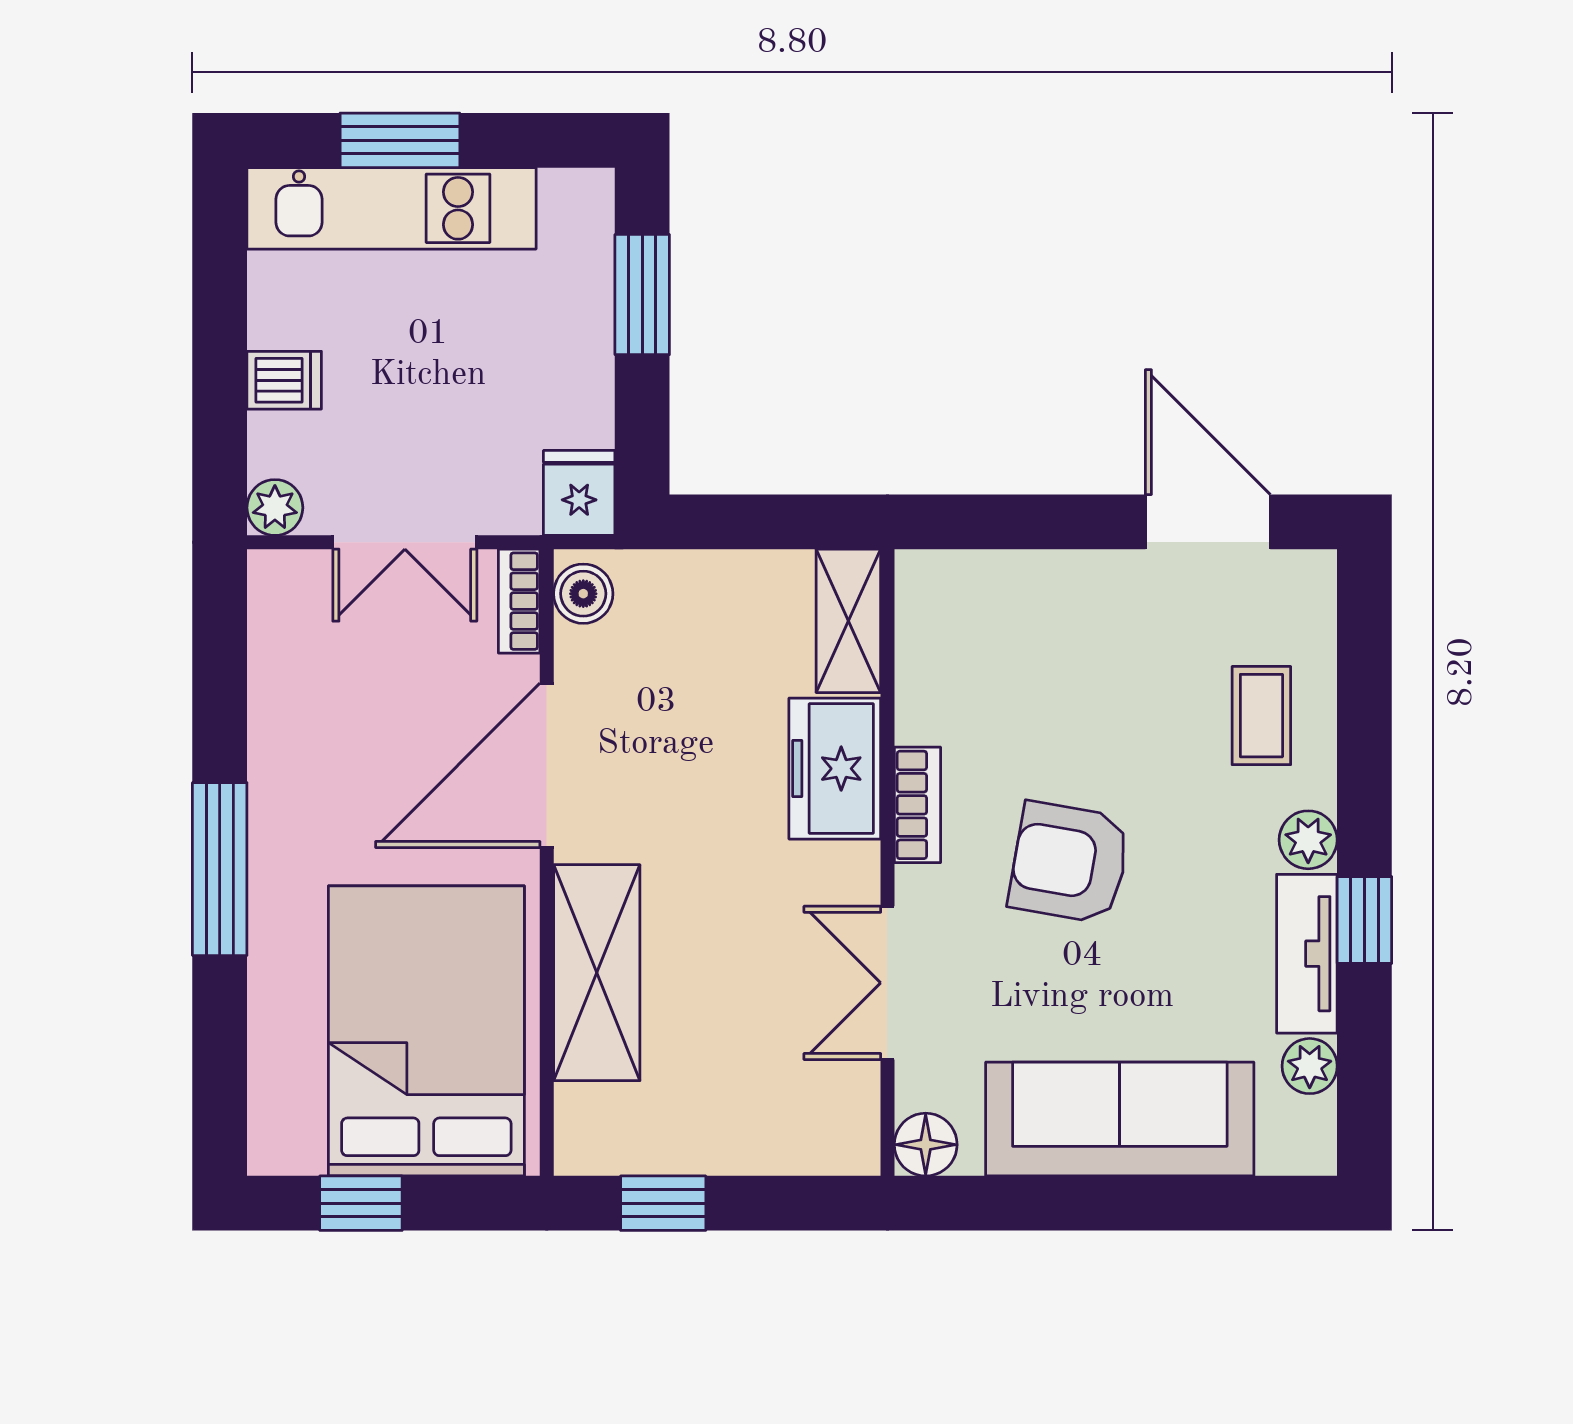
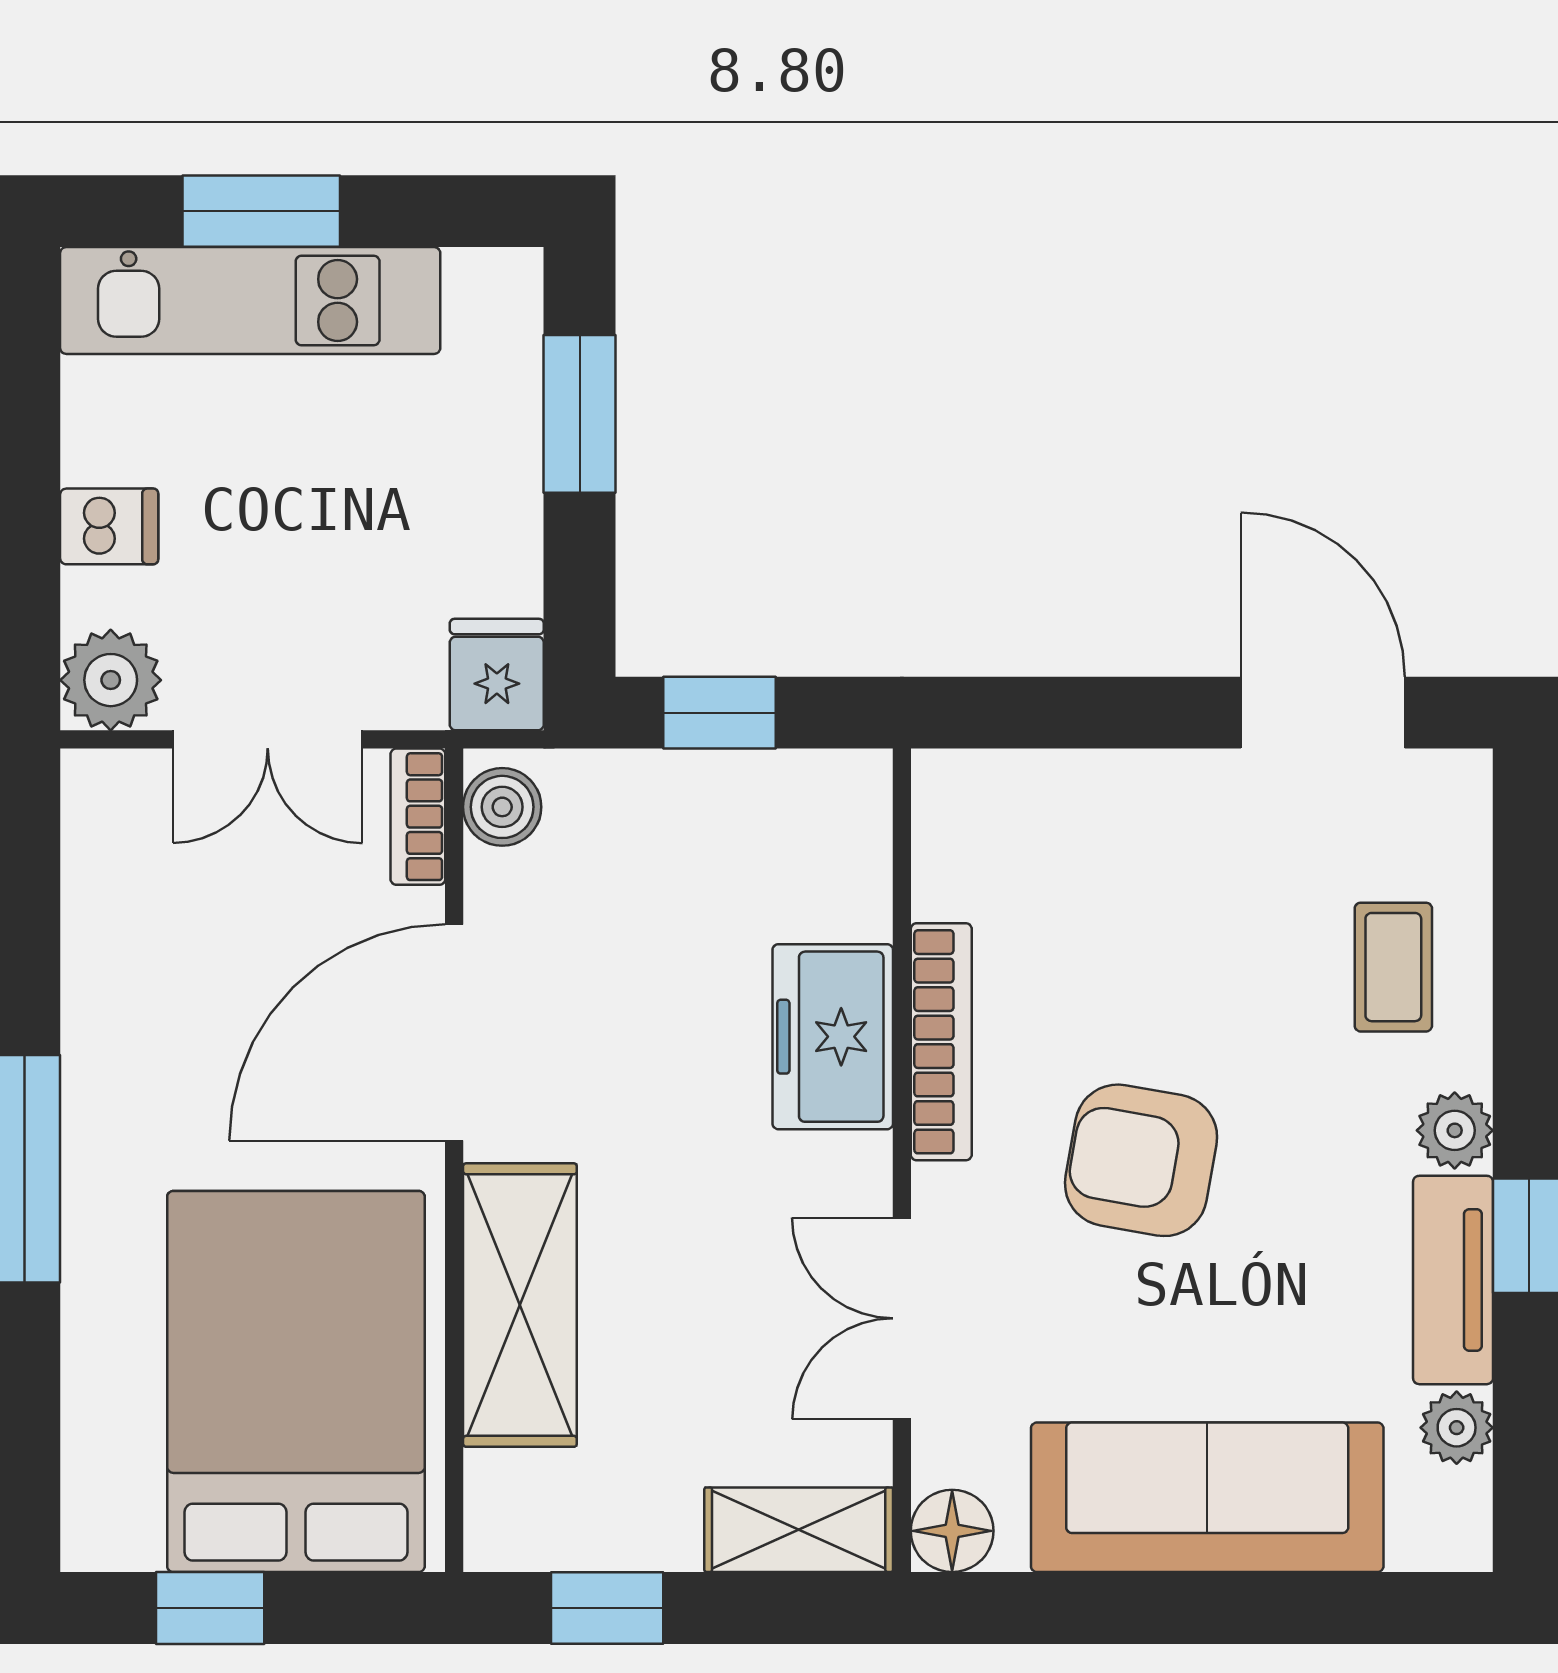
plant: (275, 508) -> (111, 680), width x1.38, depth x1.38
window: (749, 522) -> (720, 713), added
shelving: (848, 621) -> (799, 1530), moved, turned 90
bookcase: (917, 805) -> (941, 1042), width x1.56

